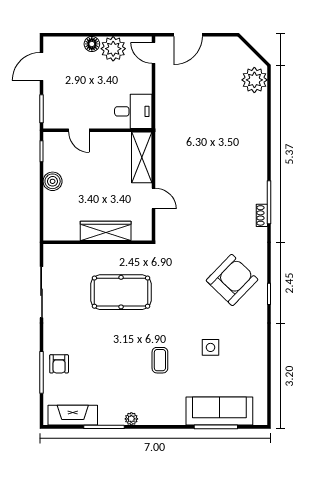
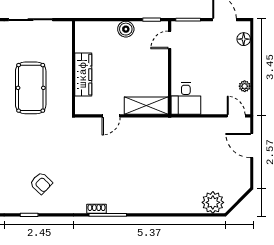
floor lamp: (92, 44) -> (244, 39), moved
plant: (113, 49) -> (245, 86), width x0.53, depth x0.53
door: (154, 53) -> (236, 116), hinge flipped
door: (79, 130) -> (170, 40), moved
armchair: (232, 280) -> (41, 183), width x0.53, depth x0.53

